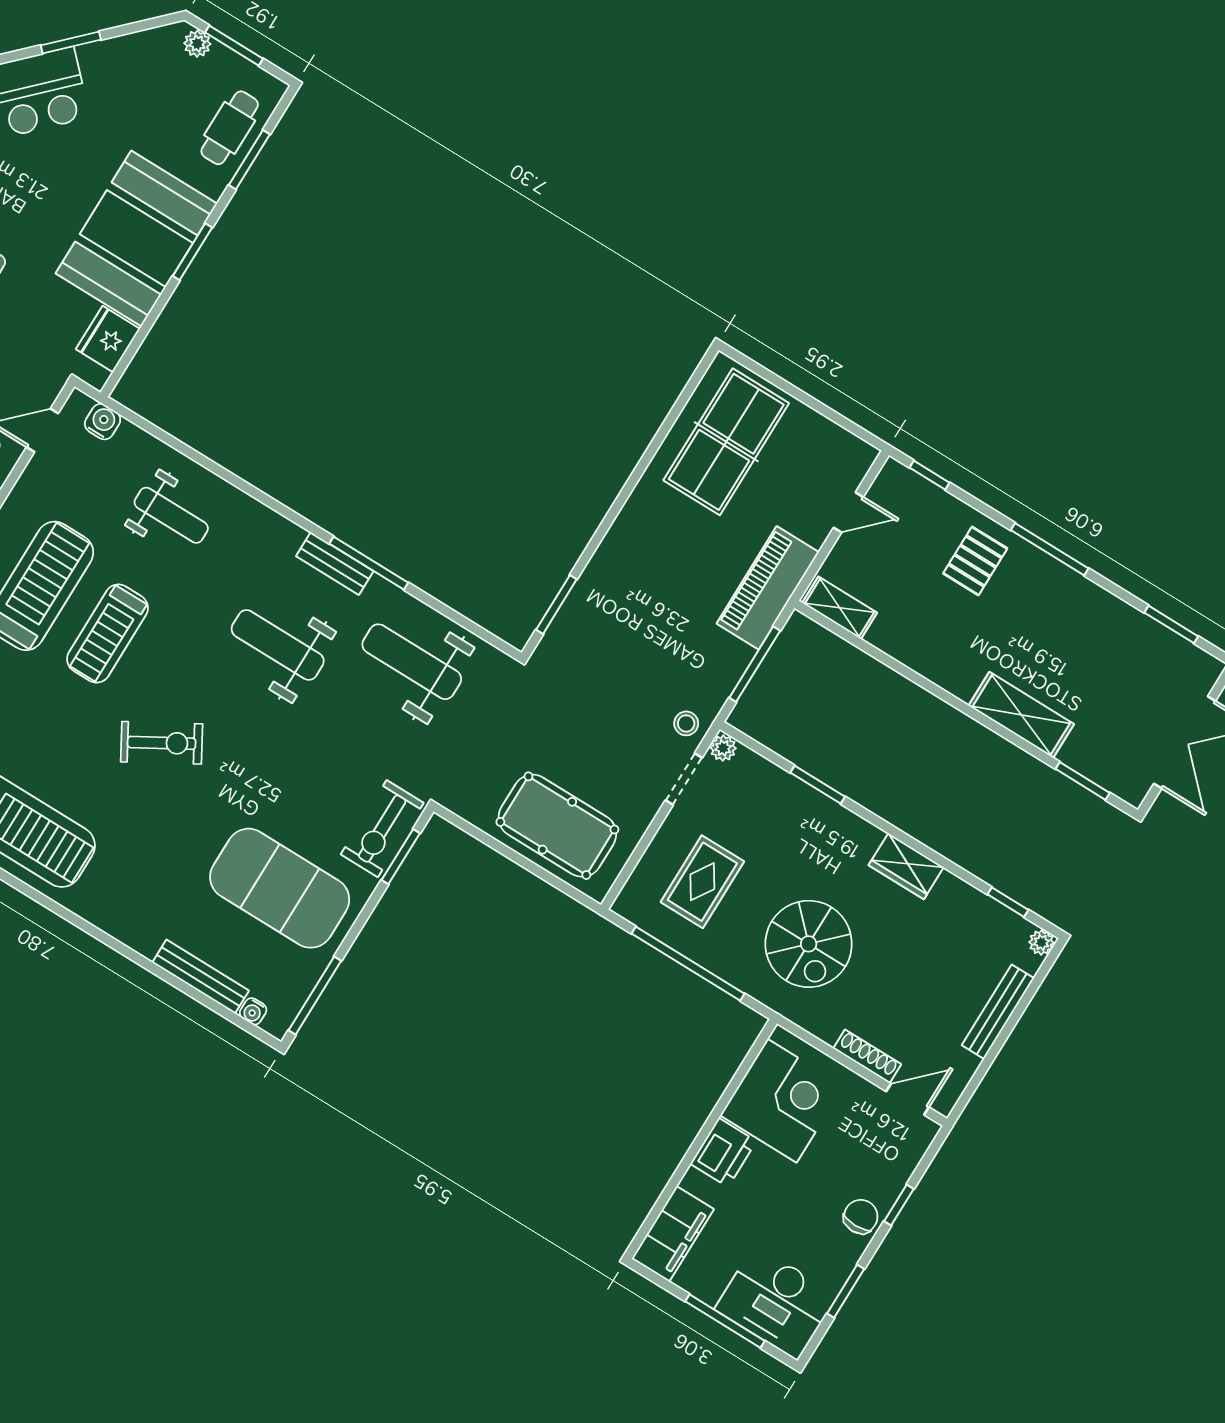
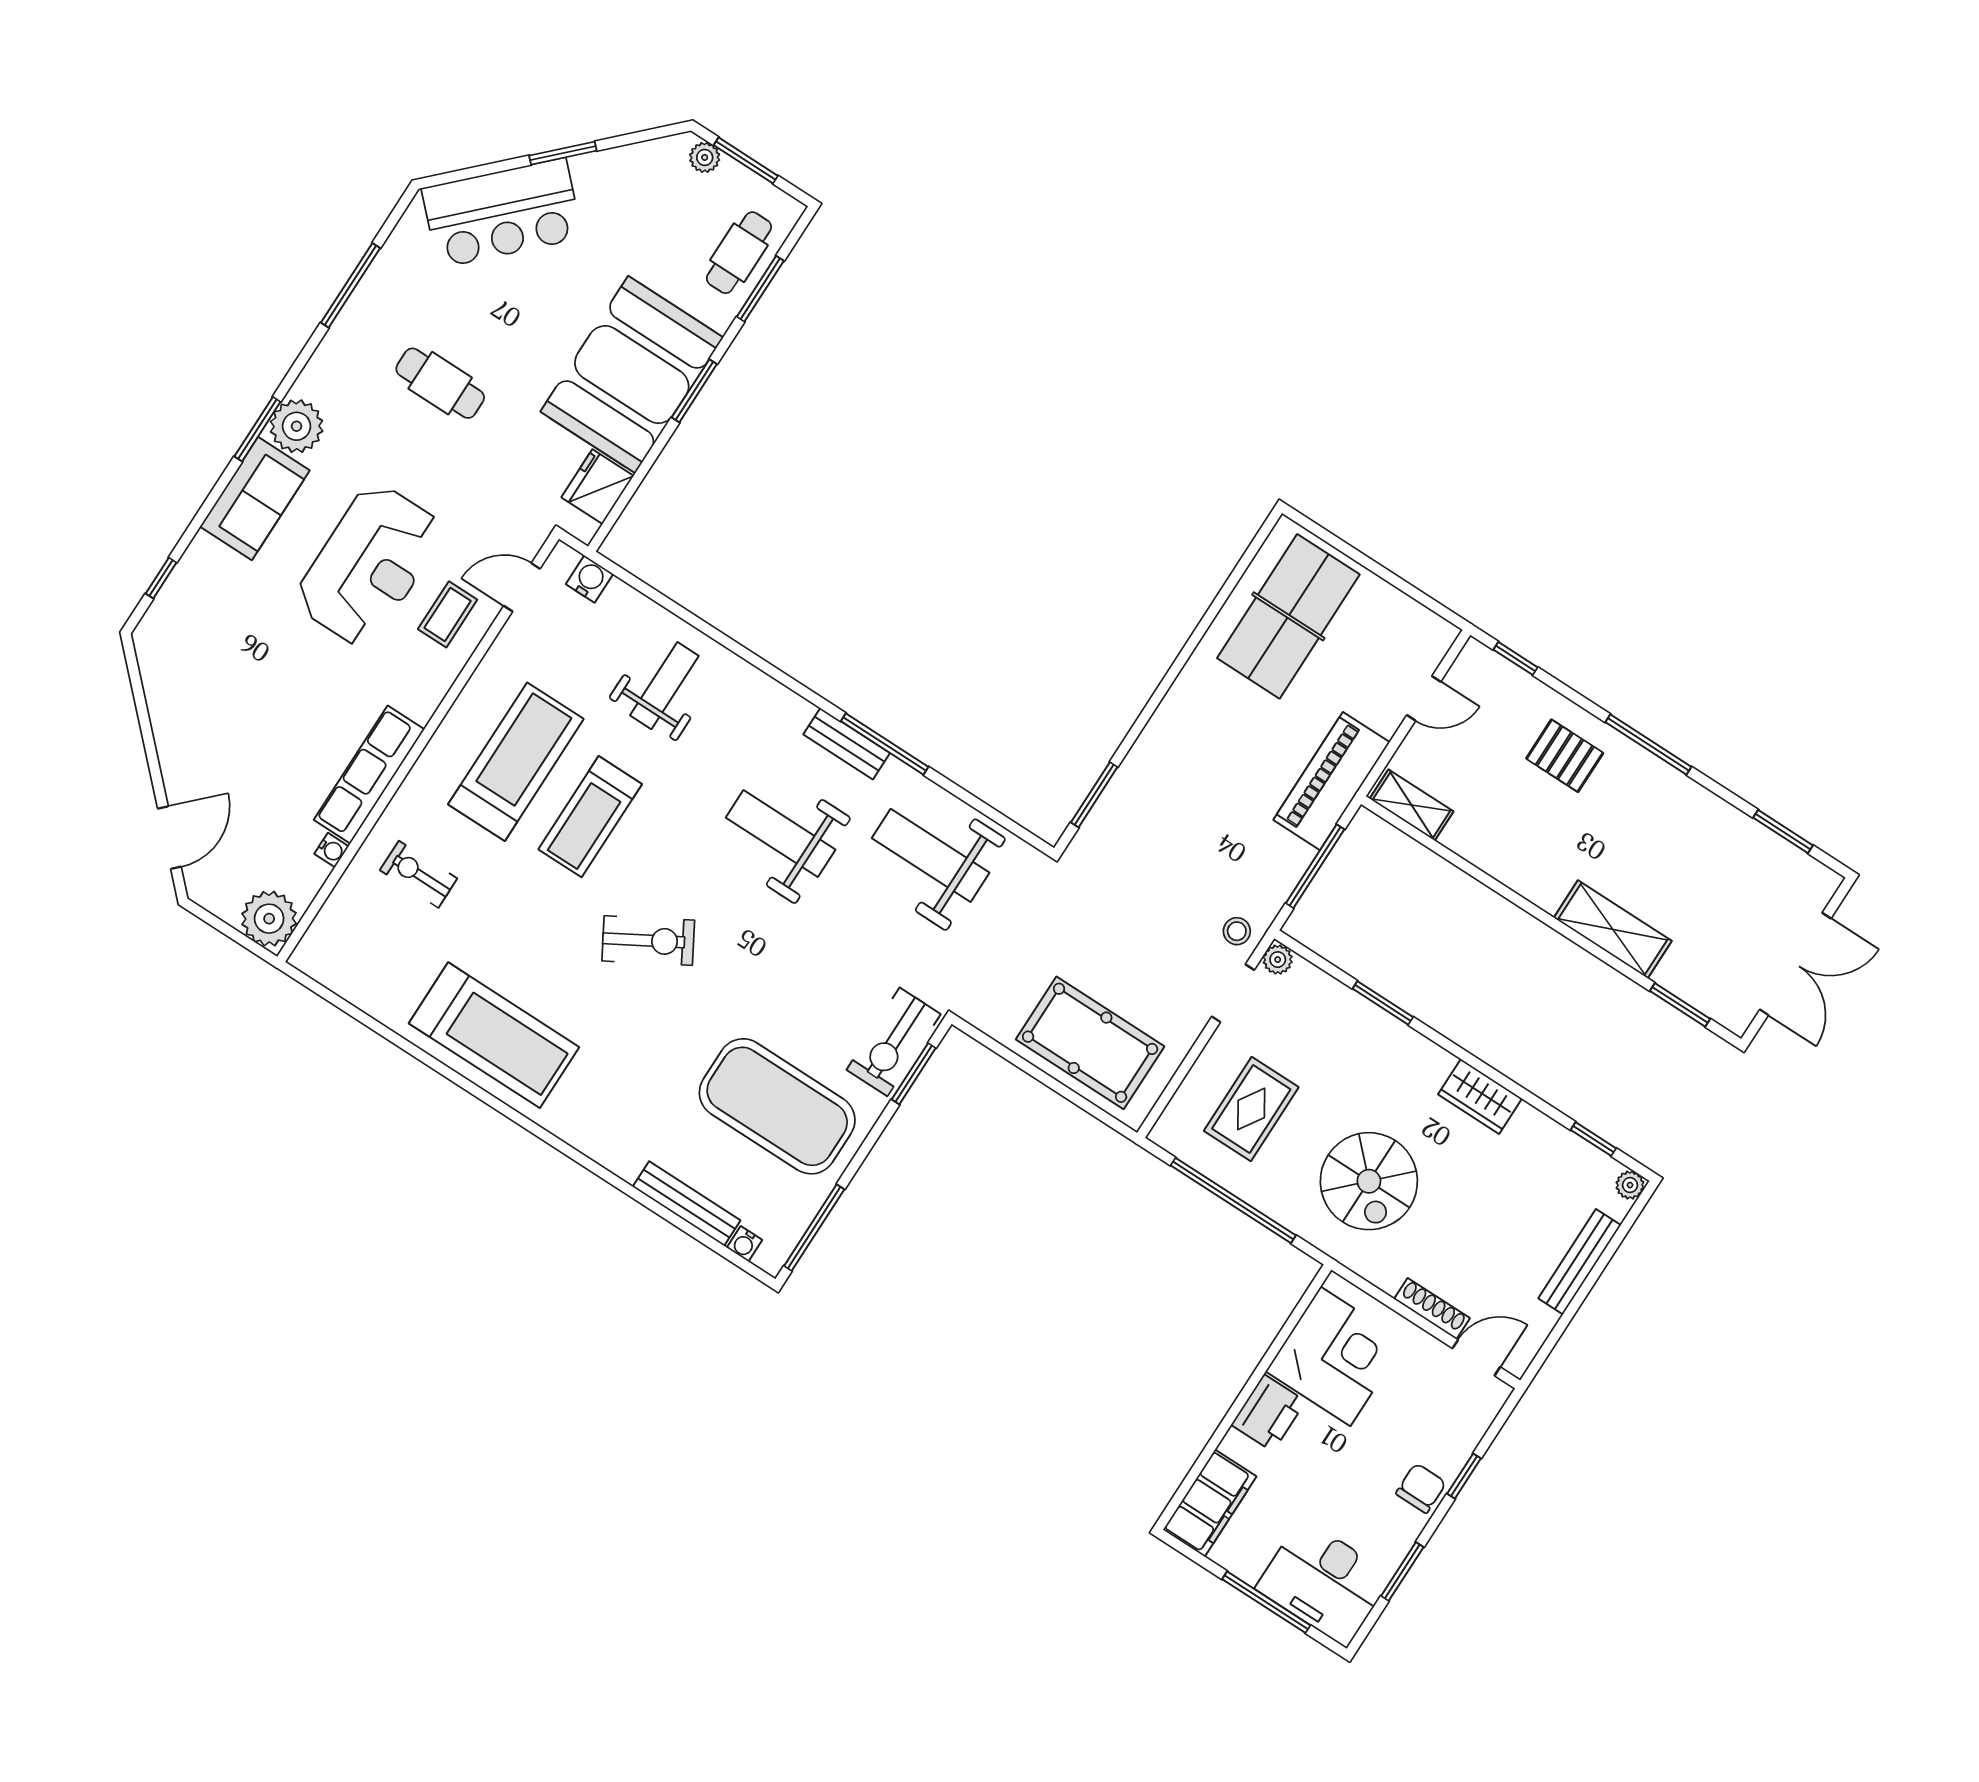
weight bench: (171, 515) -> (664, 686), turned -90
pallet: (975, 561) -> (1565, 756), turned 90

